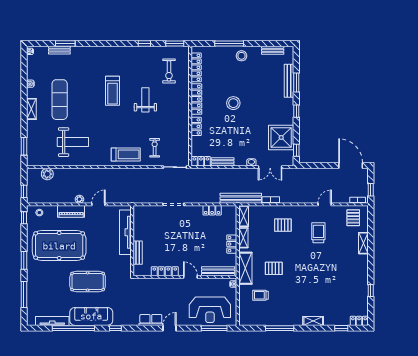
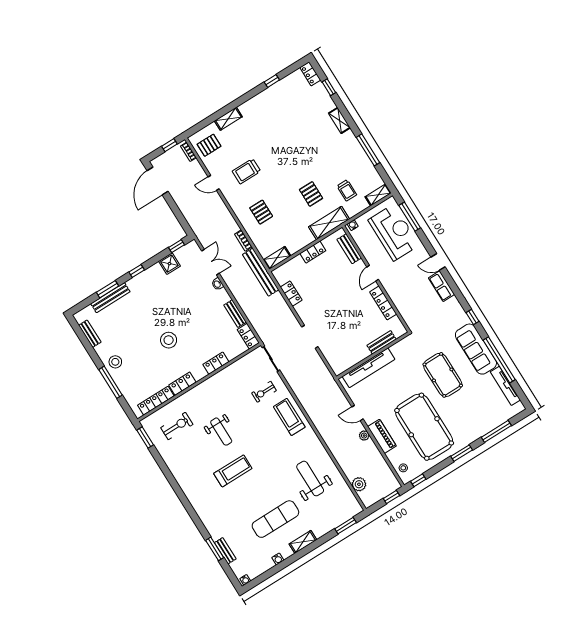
window: (144, 43) -> (164, 469), removed
locker: (196, 99) -> (182, 384), width x0.66
weight bench: (145, 100) -> (221, 432), turned -90
shower: (281, 137) -> (169, 264), width x0.54, depth x0.54
shelving: (243, 238) -> (378, 195), moved
bench: (218, 271) -> (349, 249), width x0.73

